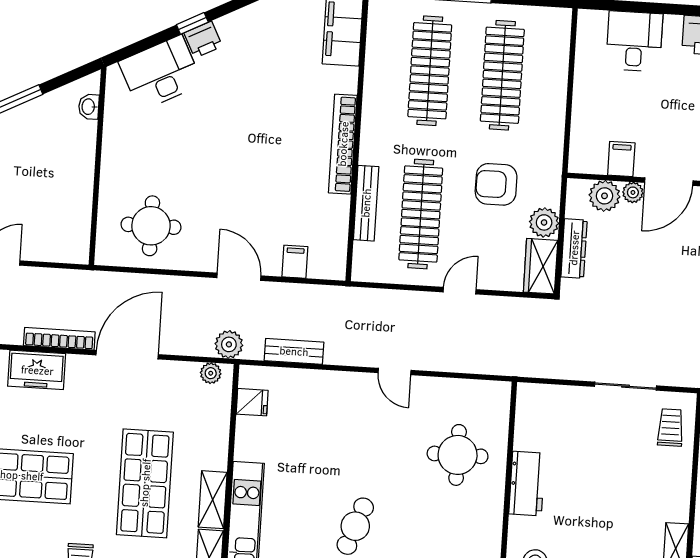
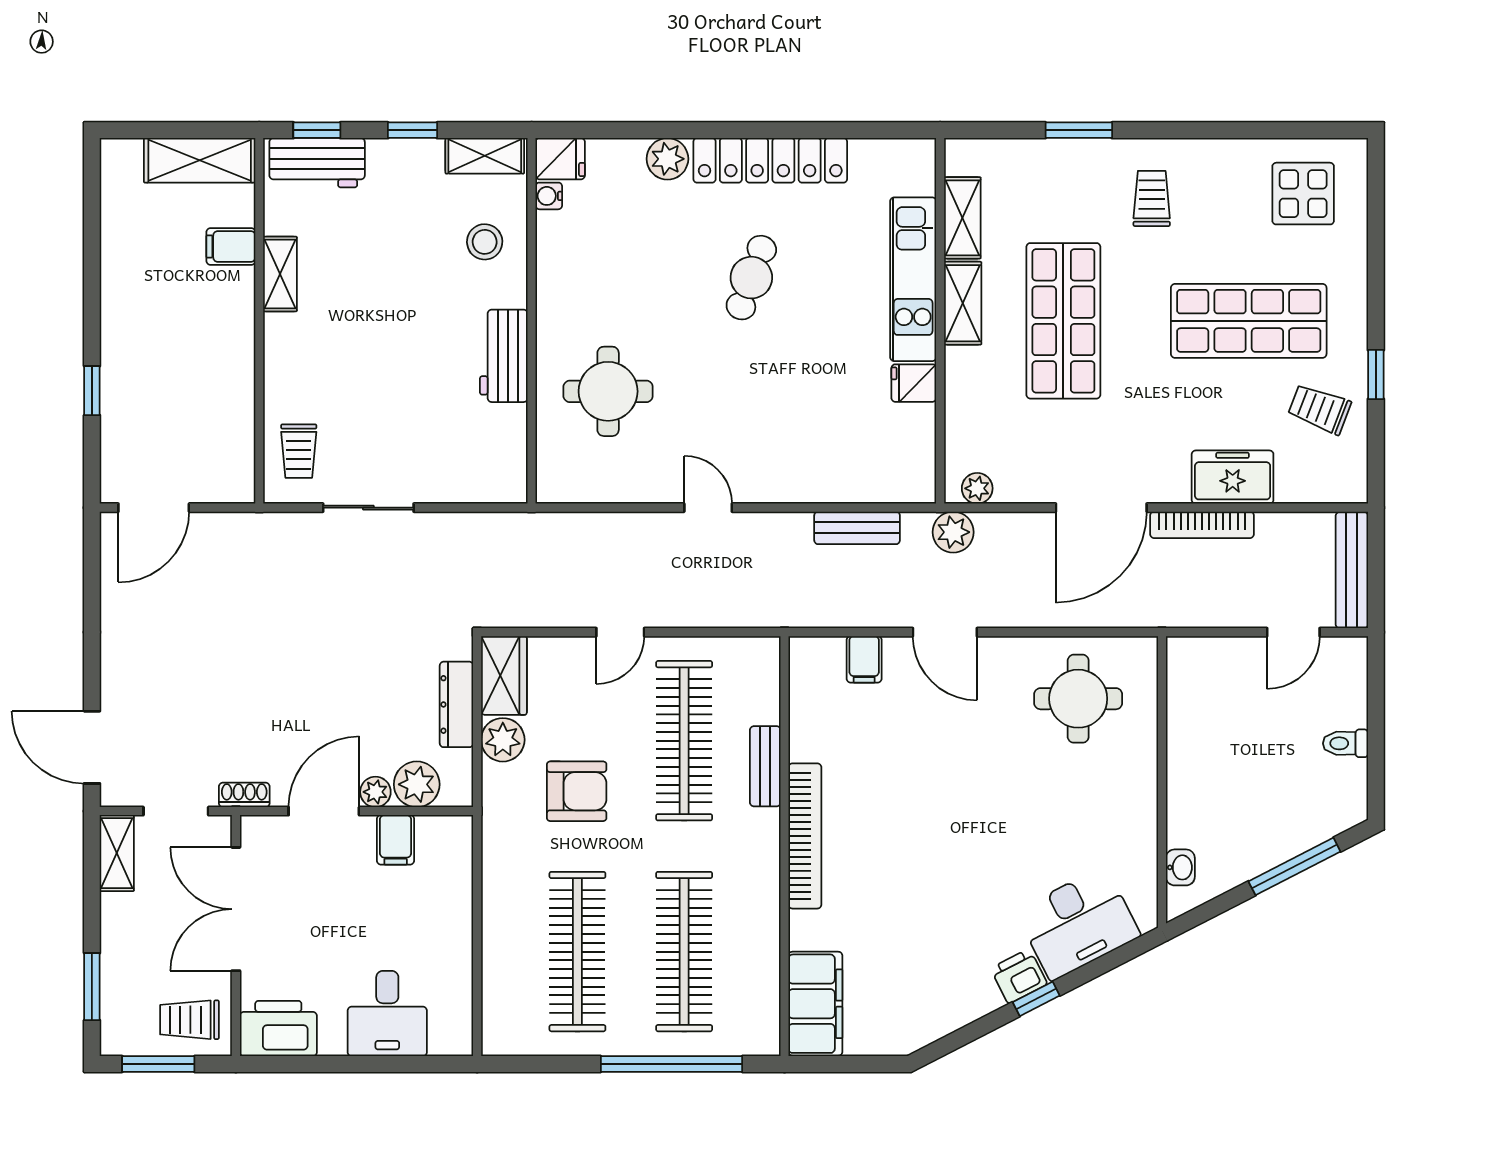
bench: (366, 203) -> (765, 766), width x0.73
fridge: (252, 402) -> (914, 383), moved

